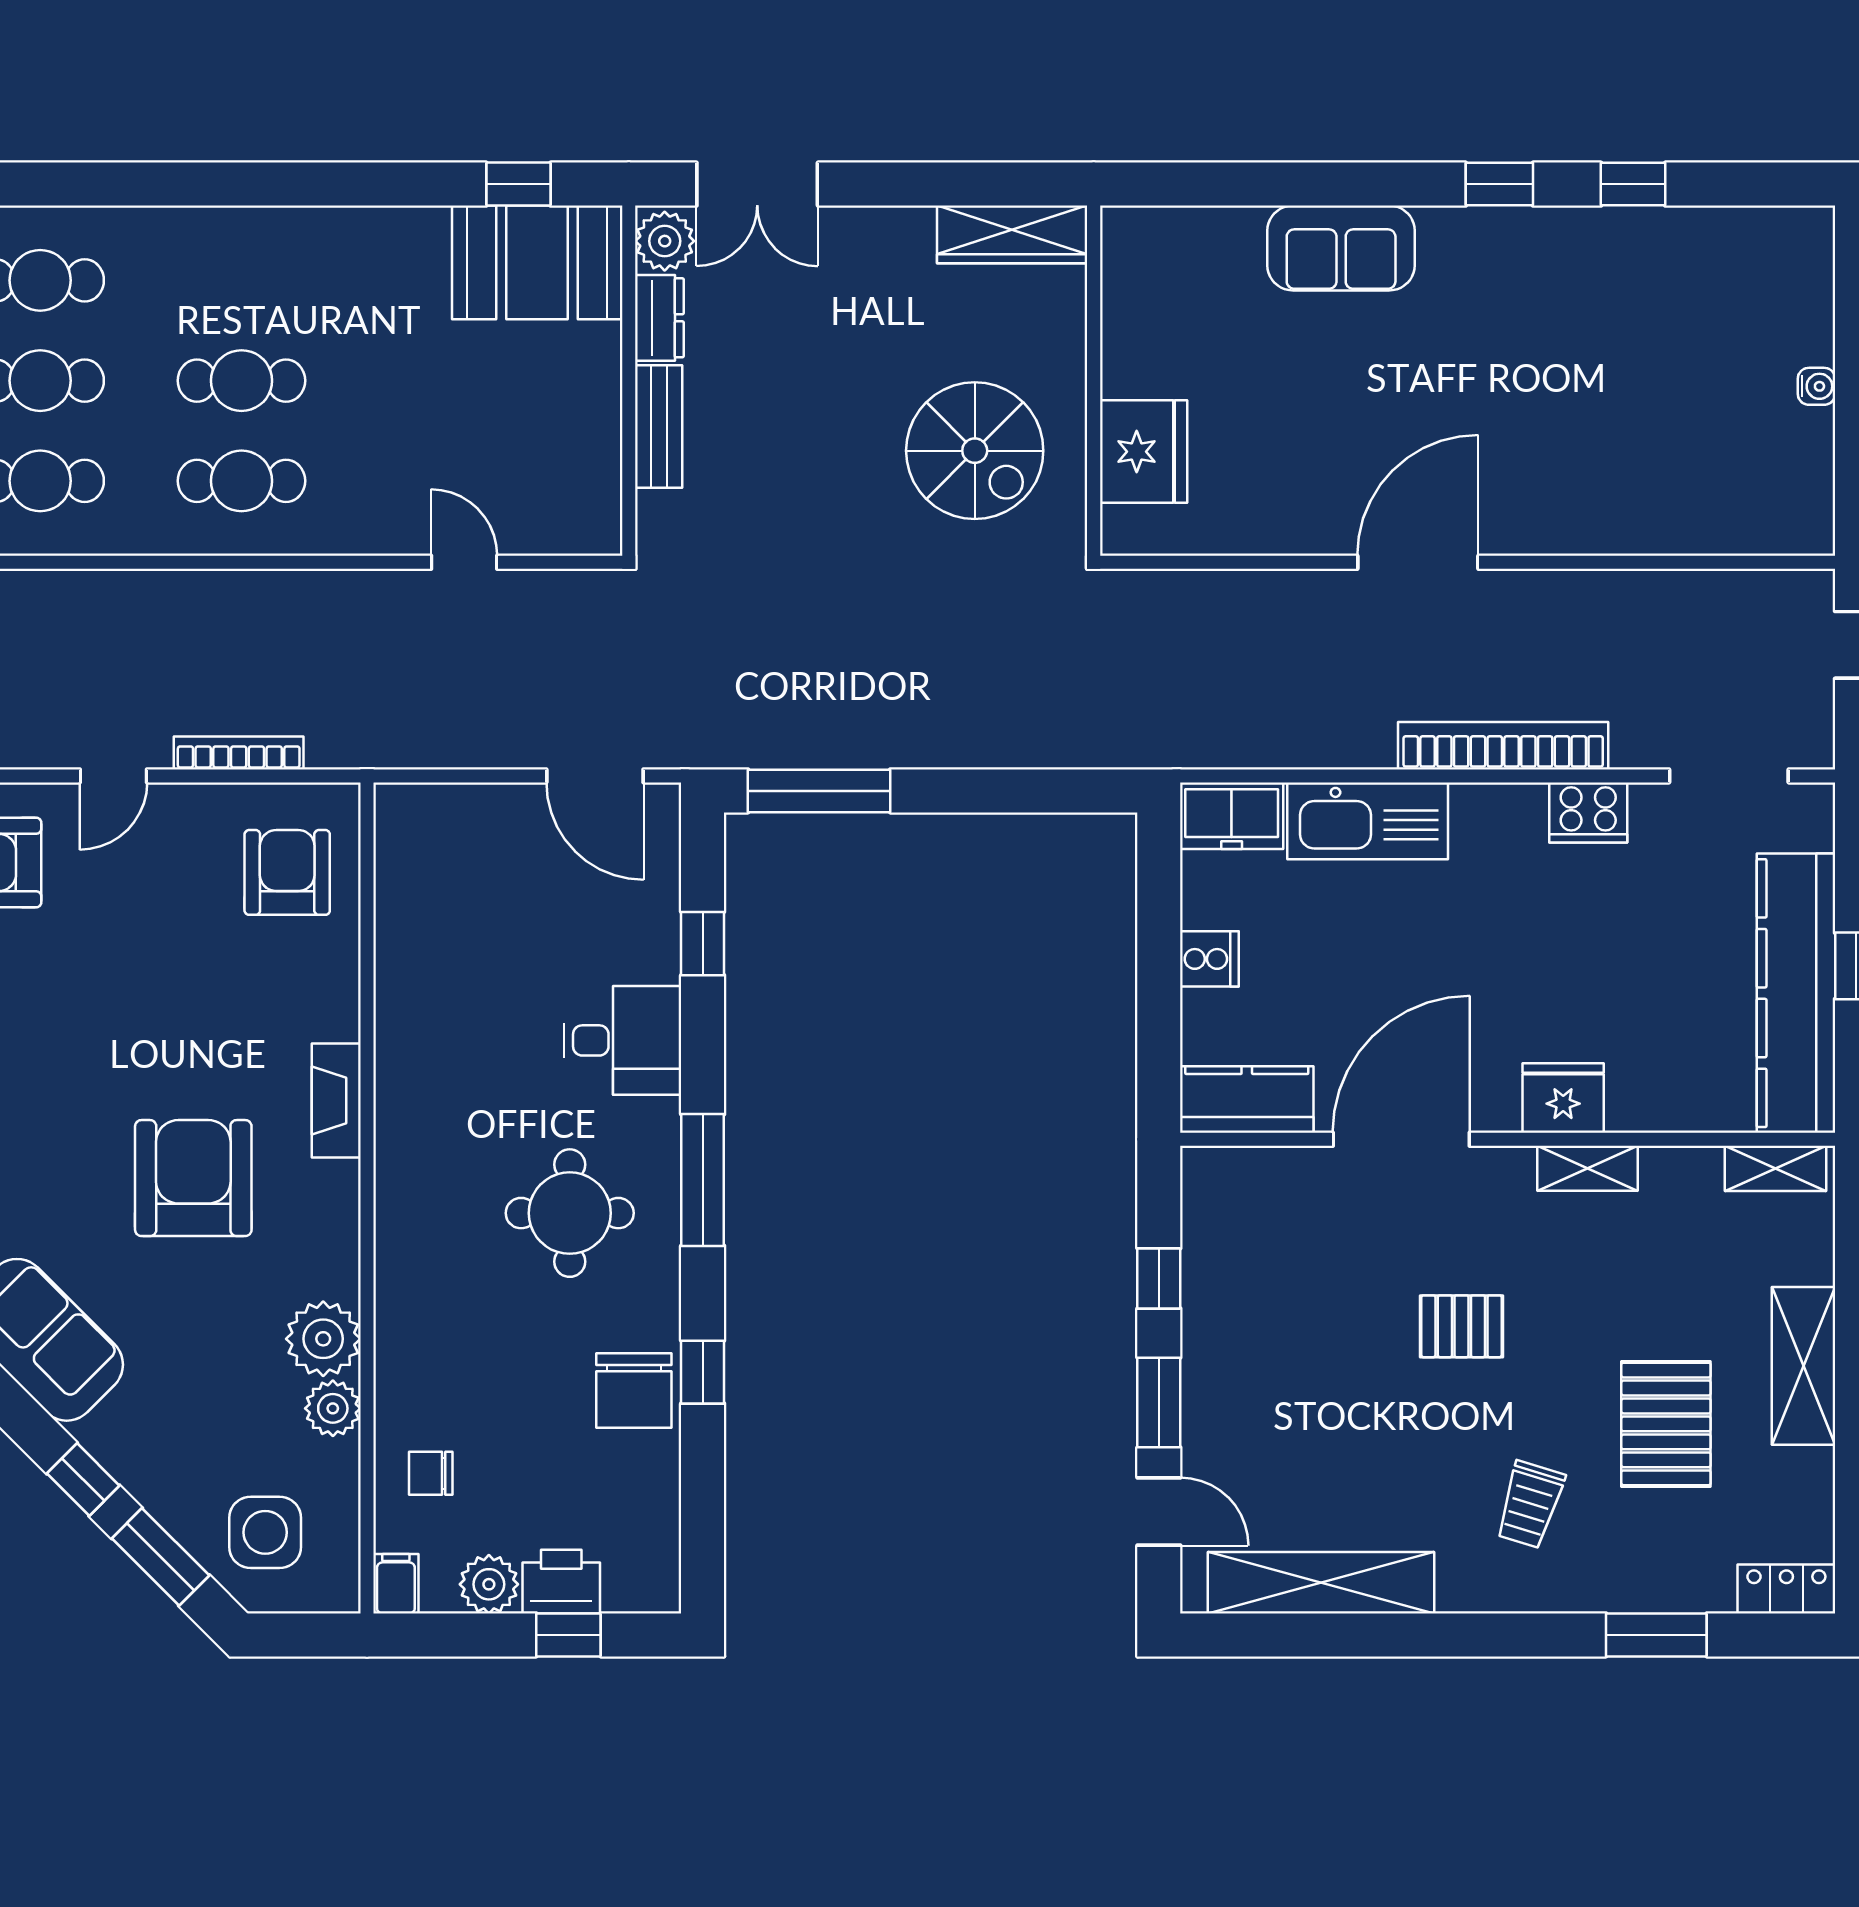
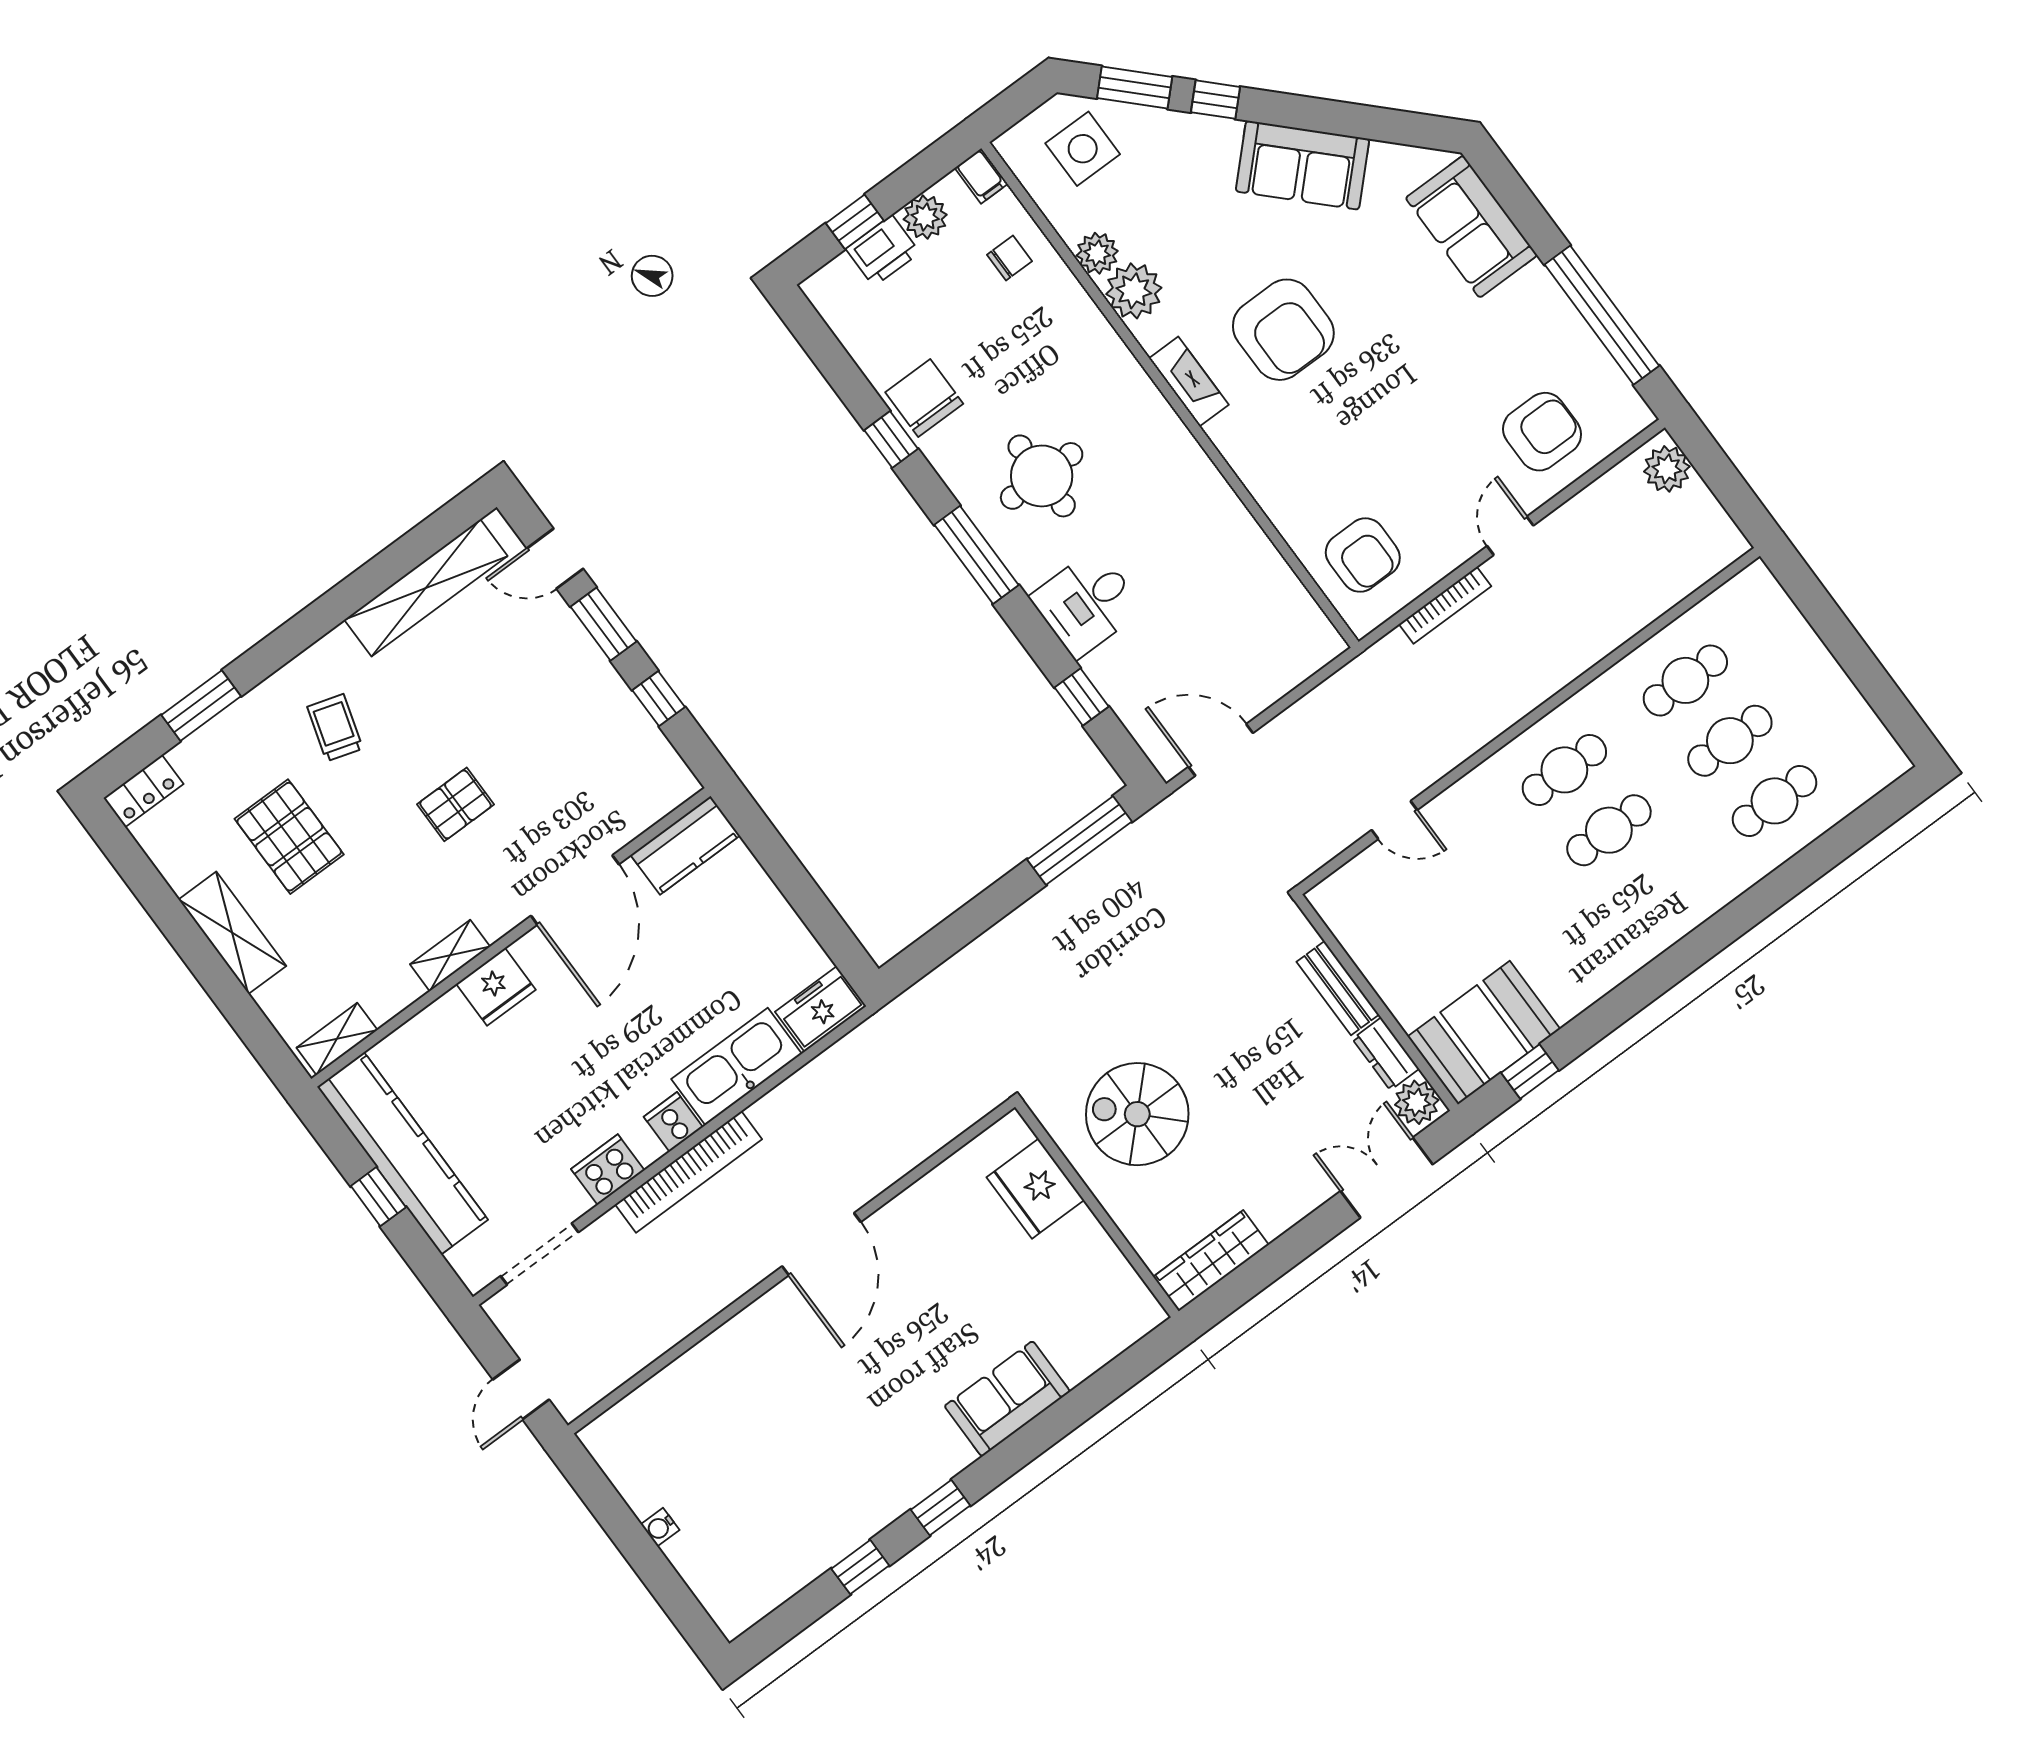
cooker: (1209, 959) -> (673, 1122), moved, turned 90
fireplace: (336, 1101) -> (1189, 381), moved

